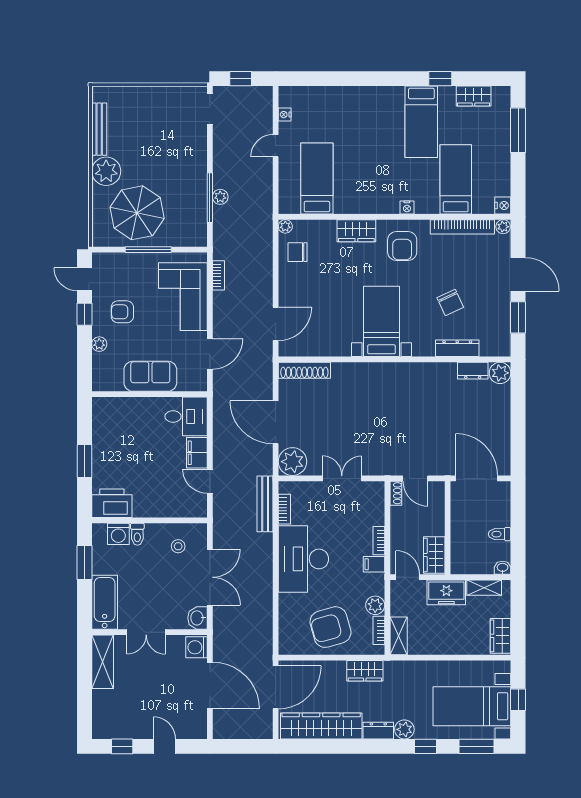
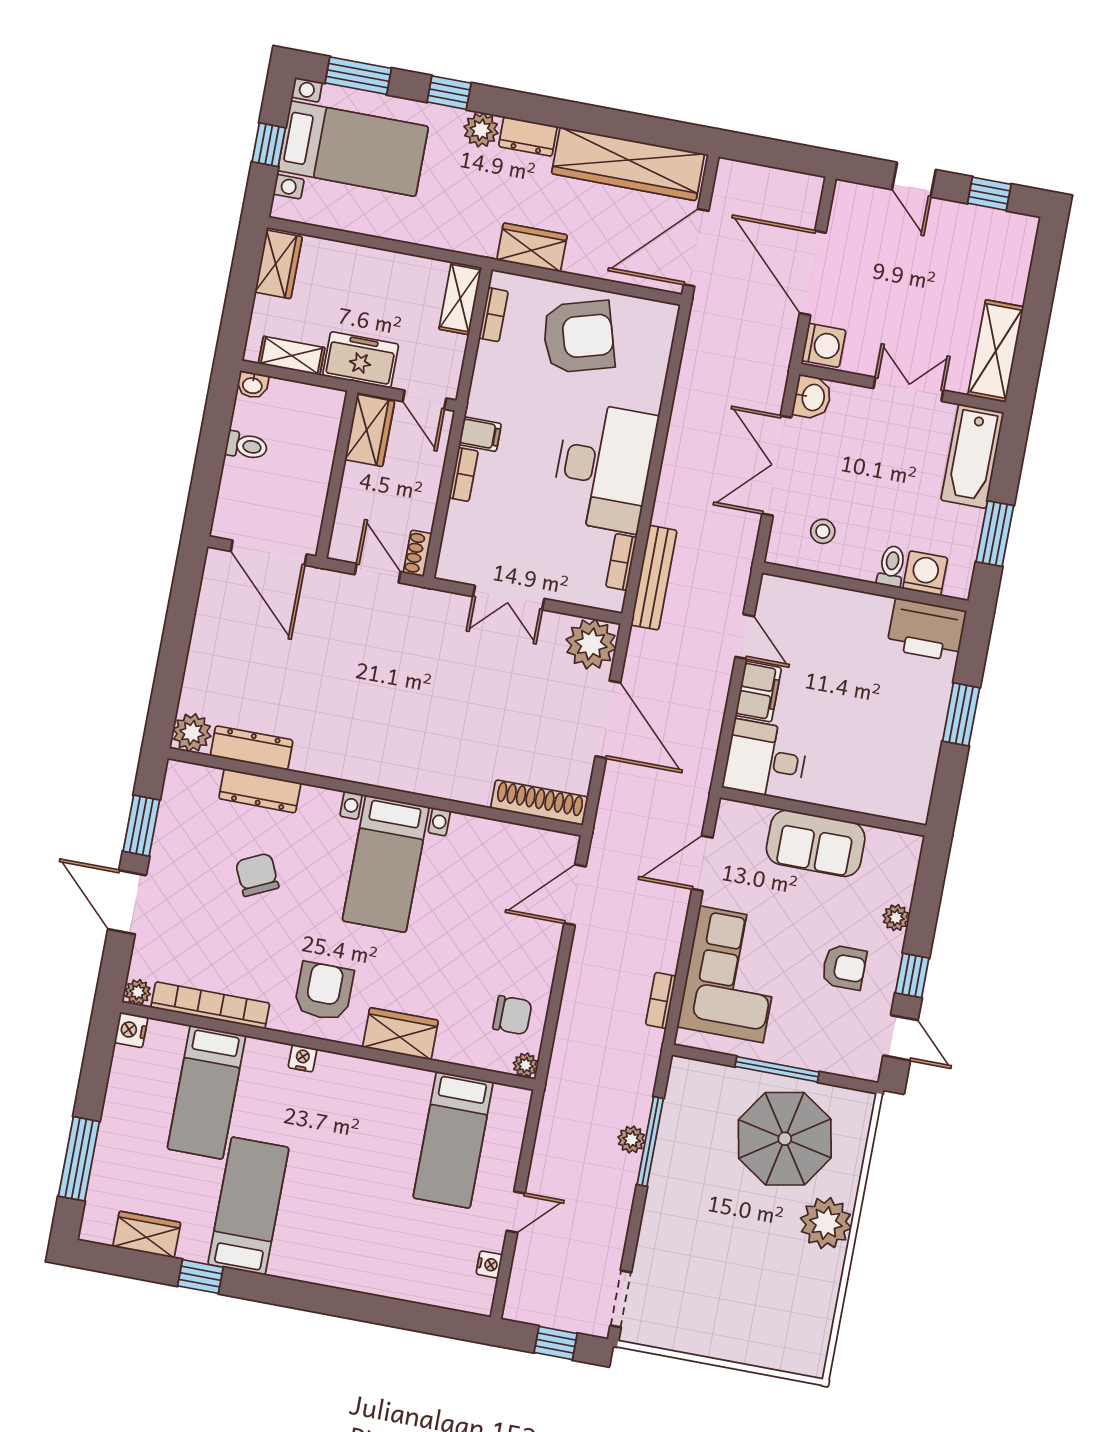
bench: (99, 129) -> (824, 1300), removed
dresser: (473, 371) -> (252, 748), width x1.44
plant: (375, 605) -> (492, 361), removed

